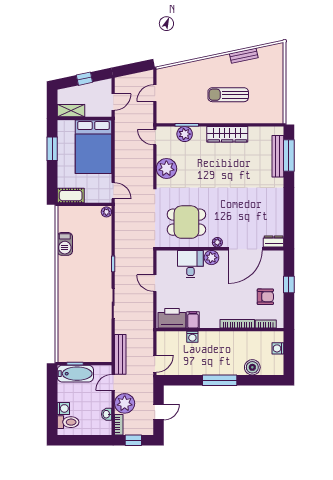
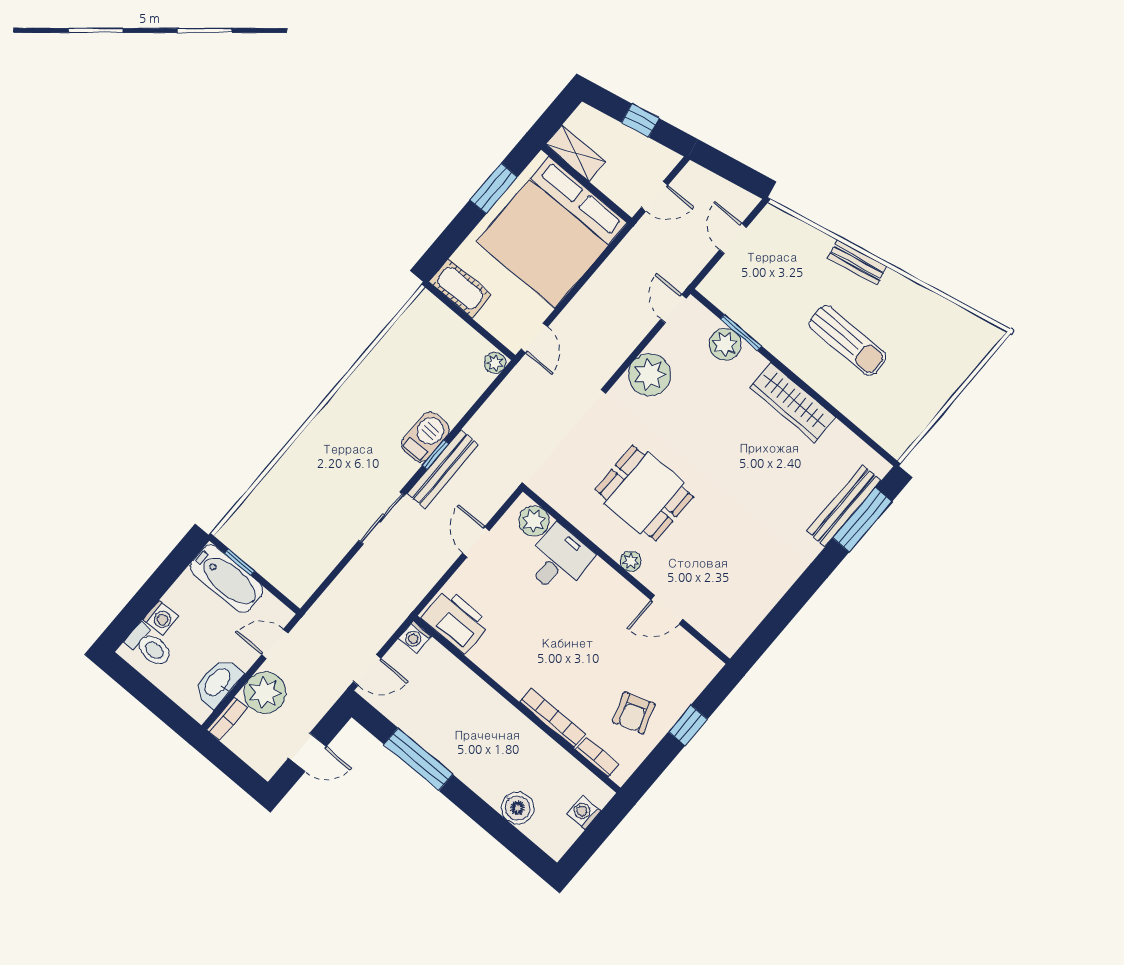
bench: (244, 56) -> (857, 262), moved
door: (155, 93) -> (733, 239), hinge flipped
sun lounger: (228, 95) -> (848, 340), turned 180
bed: (93, 147) -> (552, 232), width x1.36
dining table: (186, 222) -> (644, 493), moved
dresser: (274, 242) -> (722, 636), removed
barbecue: (65, 244) -> (425, 437), moved, turned 180
door: (245, 249) -> (667, 610), width x0.53
plant: (211, 258) -> (534, 521), moved
armchair: (265, 297) -> (634, 713), turned 71
filing cabinet: (193, 320) -> (487, 652), removed
washing machine: (192, 337) -> (415, 637), moved
bench: (120, 354) -> (443, 469), moved
window: (220, 380) -> (418, 759), moved
washbasin: (107, 414) -> (218, 683), width x1.91, depth x1.45
window: (133, 440) -> (229, 763), removed

